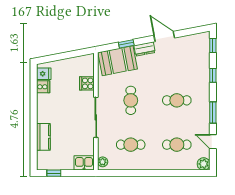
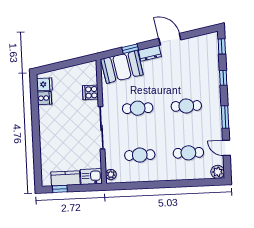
cafe table: (131, 100) -> (138, 108), turned 90
kitchen counter: (43, 137) -> (65, 178), moved, turned -90

